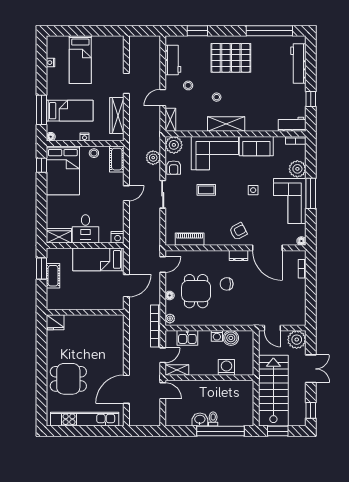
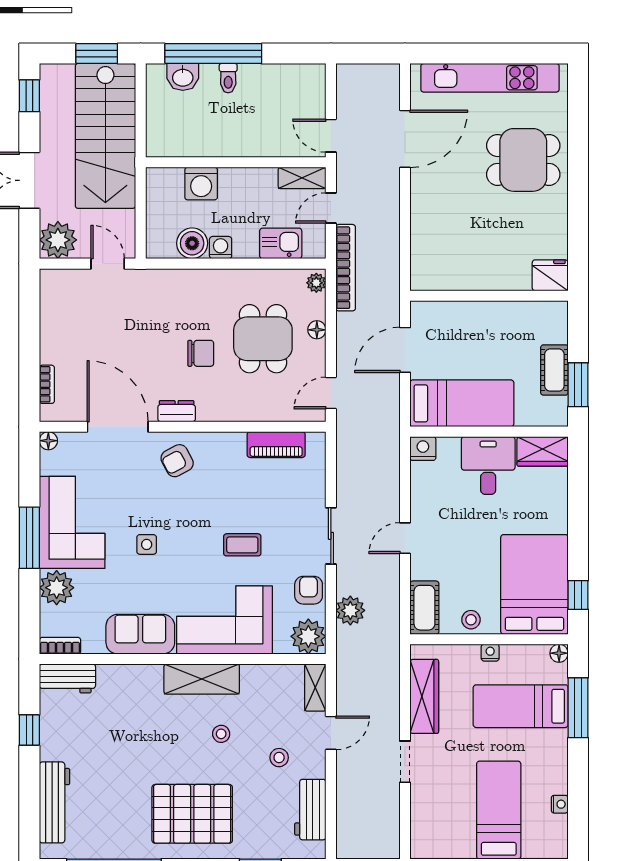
washbasin: (200, 420) -> (183, 77), moved

